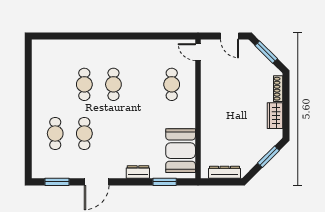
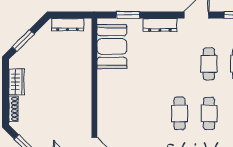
cafe table: (172, 84) -> (121, 113), removed
dresser: (138, 172) -> (160, 25), width x1.44

